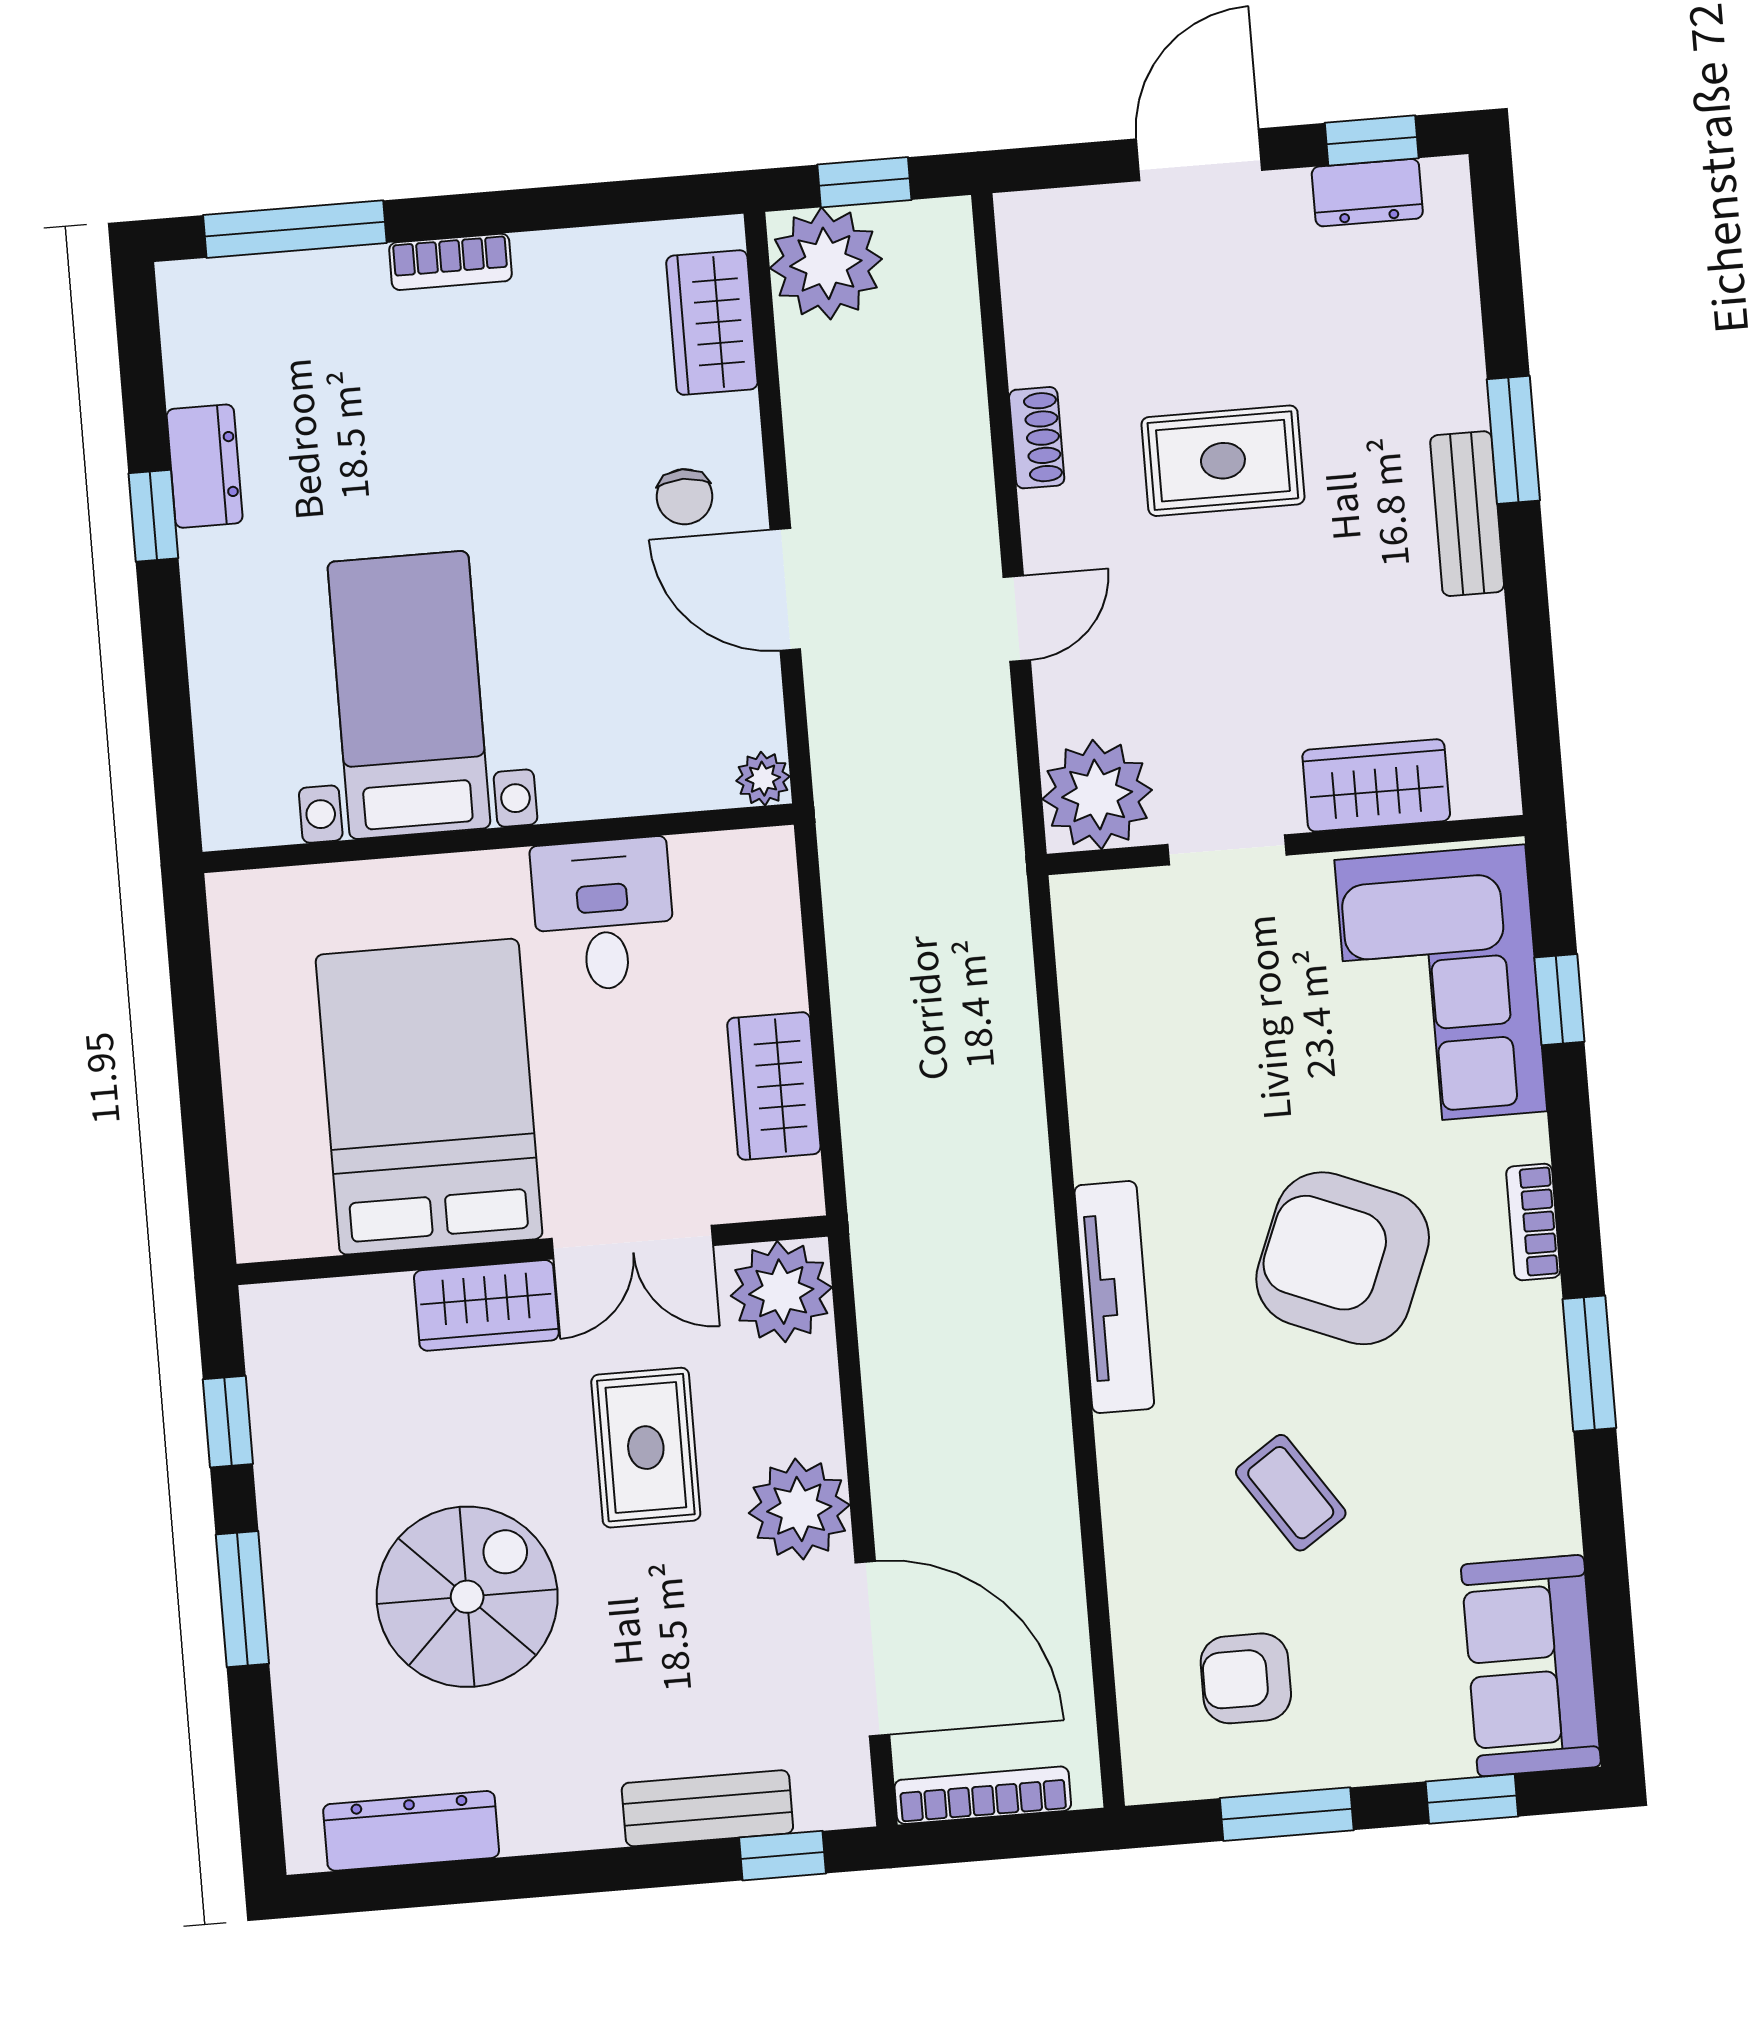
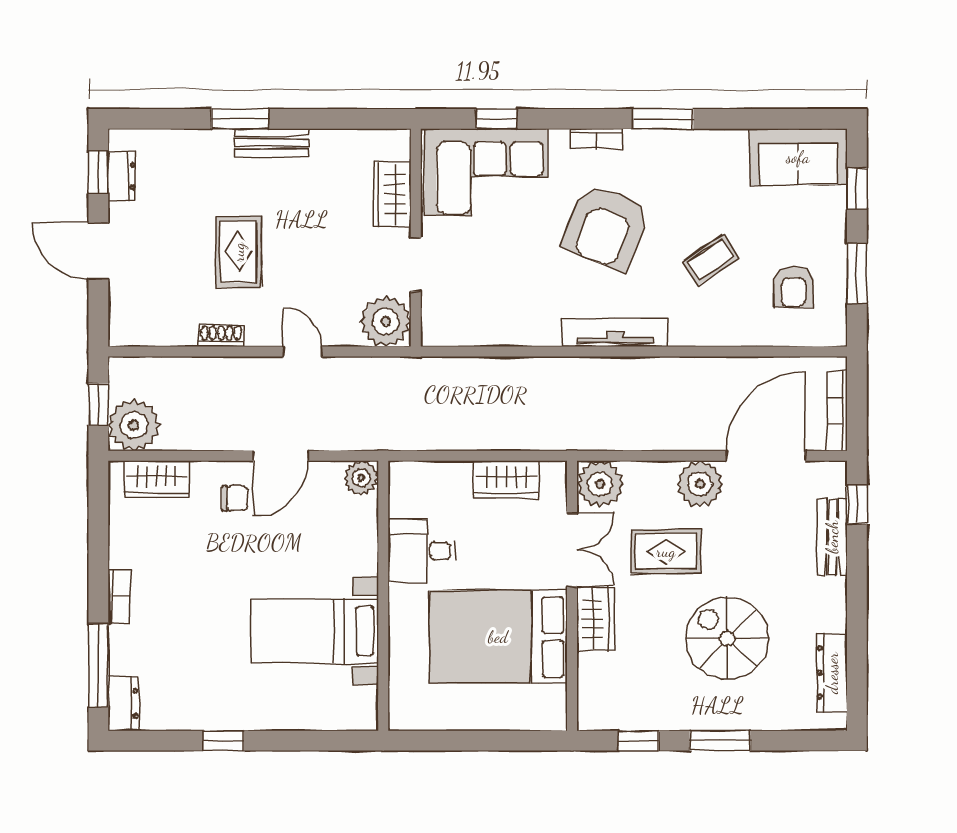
dresser: (205, 466) -> (123, 704), moved, turned 90
plant: (763, 779) -> (361, 478), width x1.38, depth x1.38

